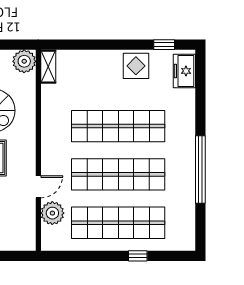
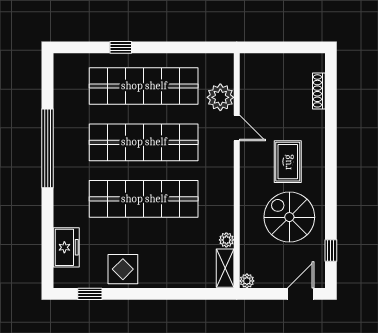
plant: (24, 61) -> (247, 281), width x0.53, depth x0.53
freezer: (184, 71) -> (66, 247), moved
plant: (47, 91) -> (226, 240), added
door: (38, 187) -> (237, 128), swing flipped

